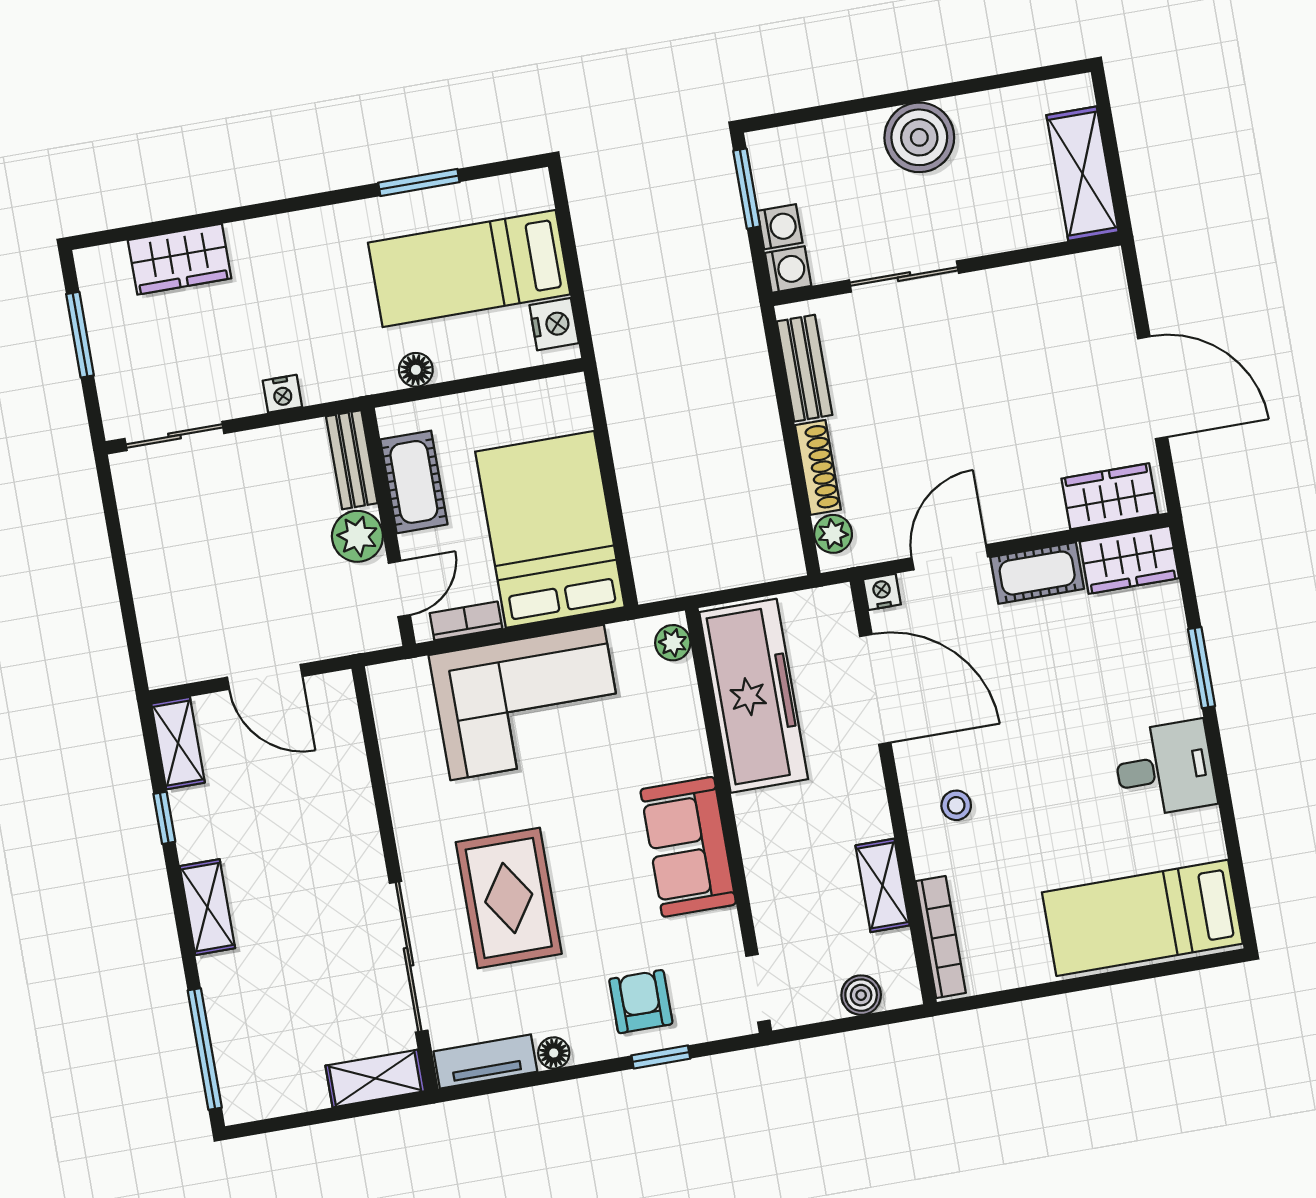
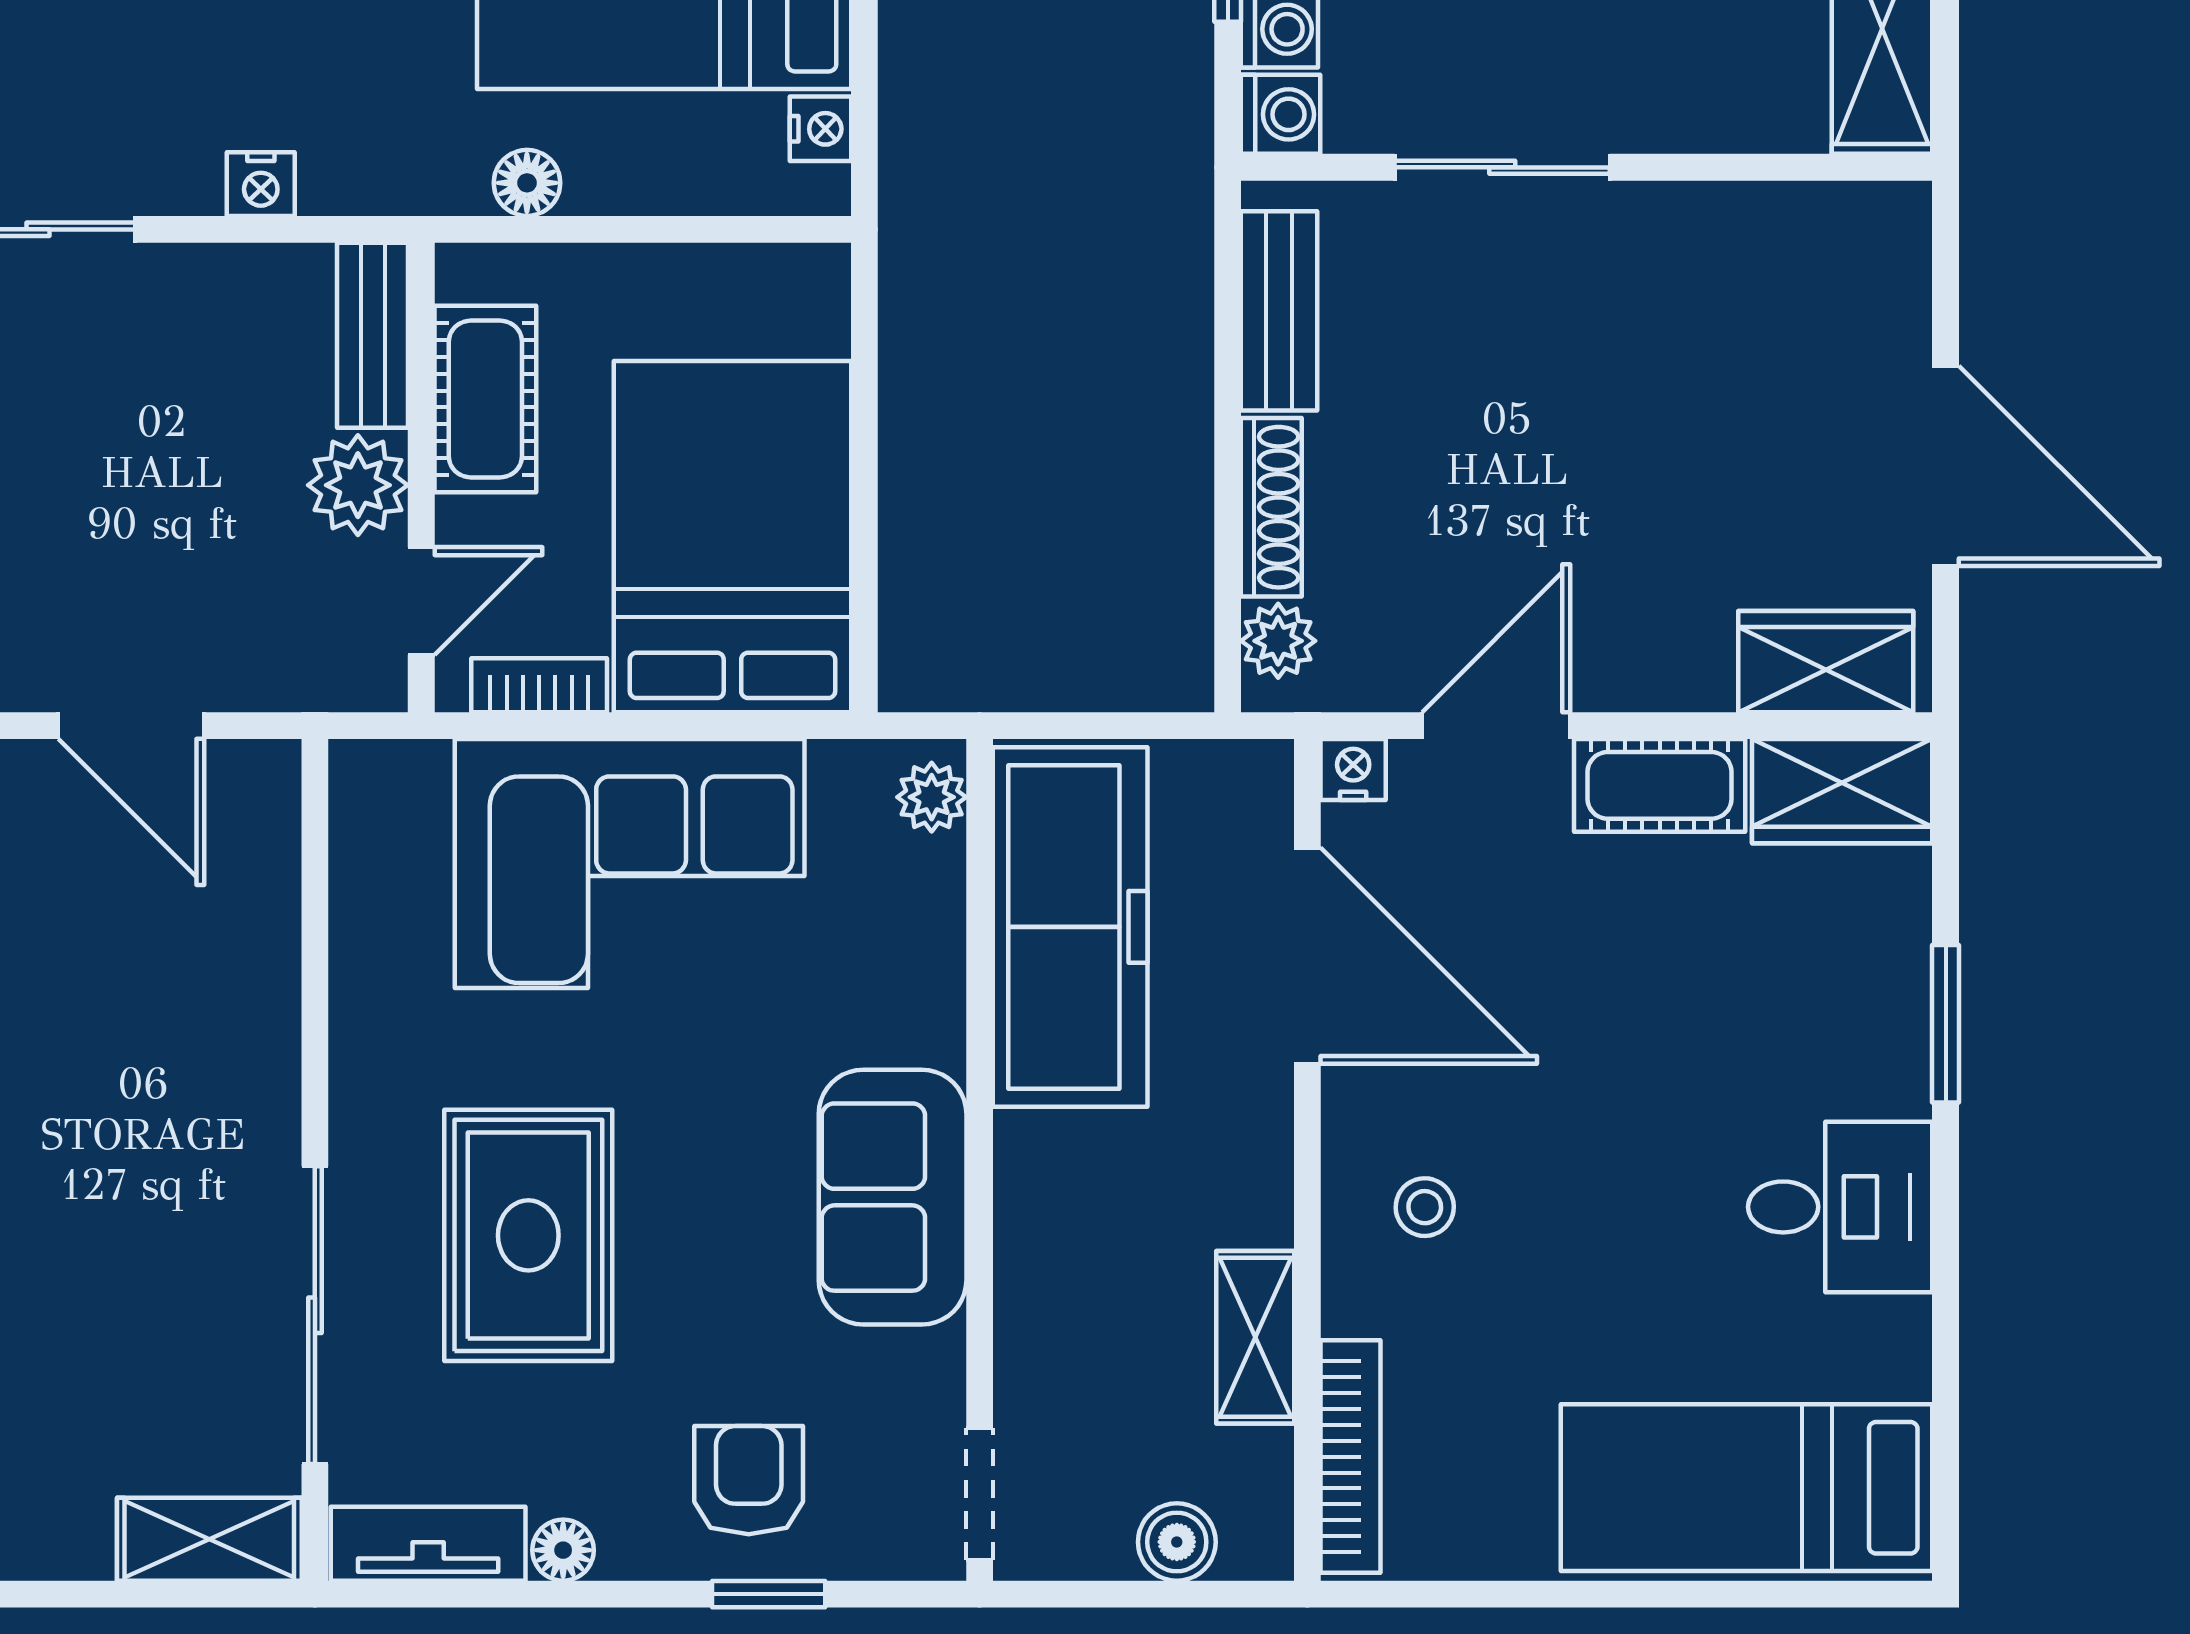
nightstand: (554, 324) -> (820, 129), width x0.72, depth x0.74

